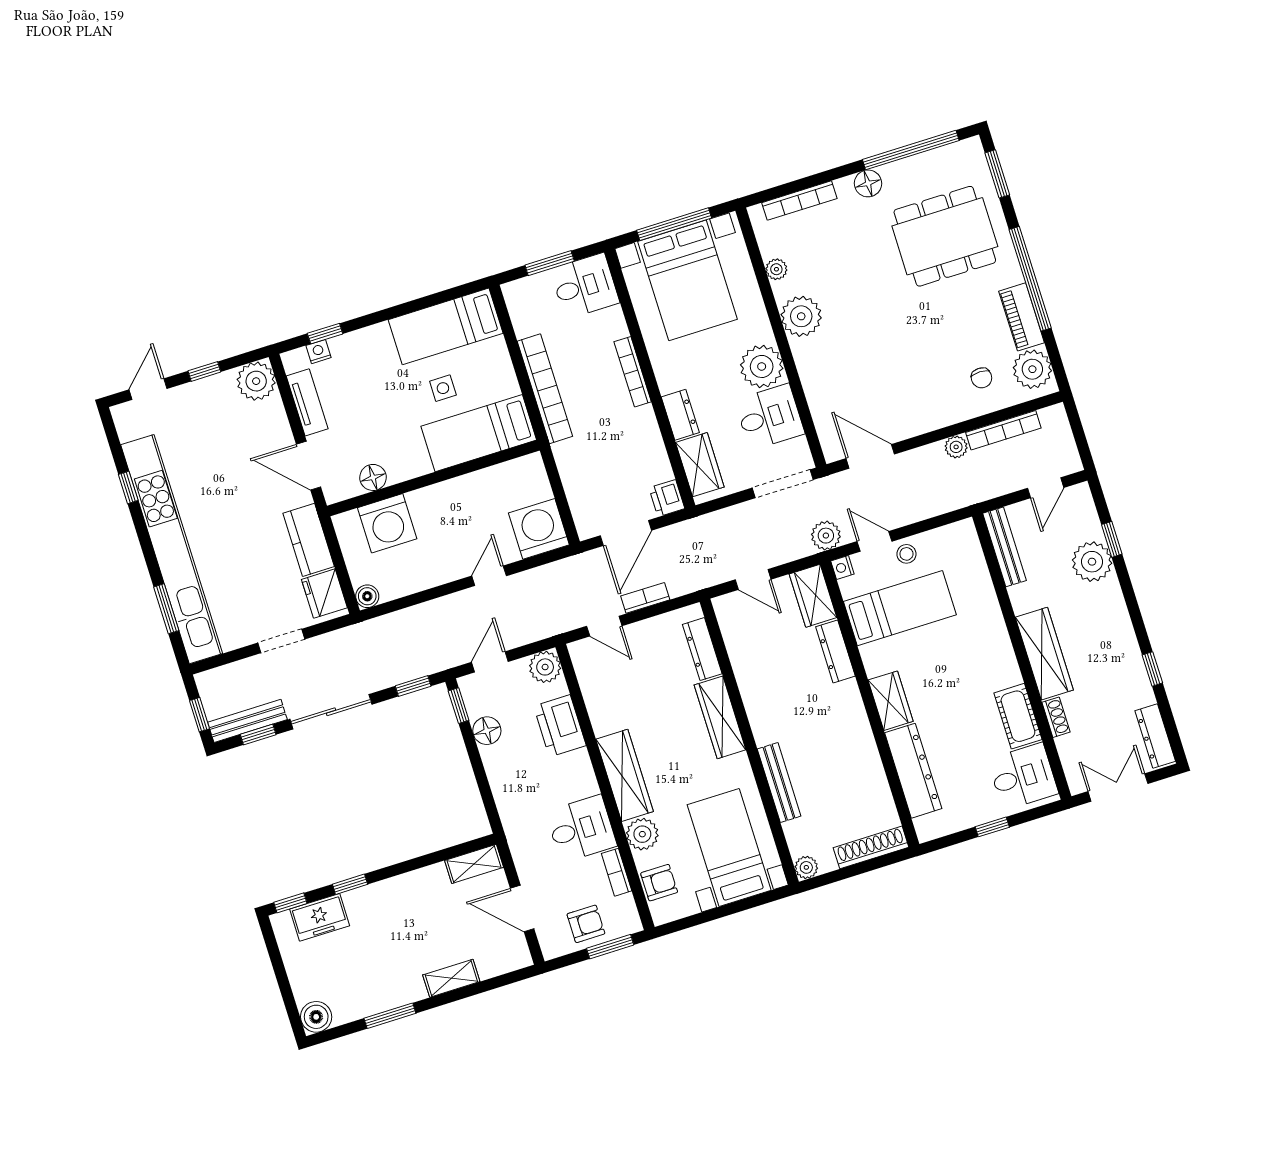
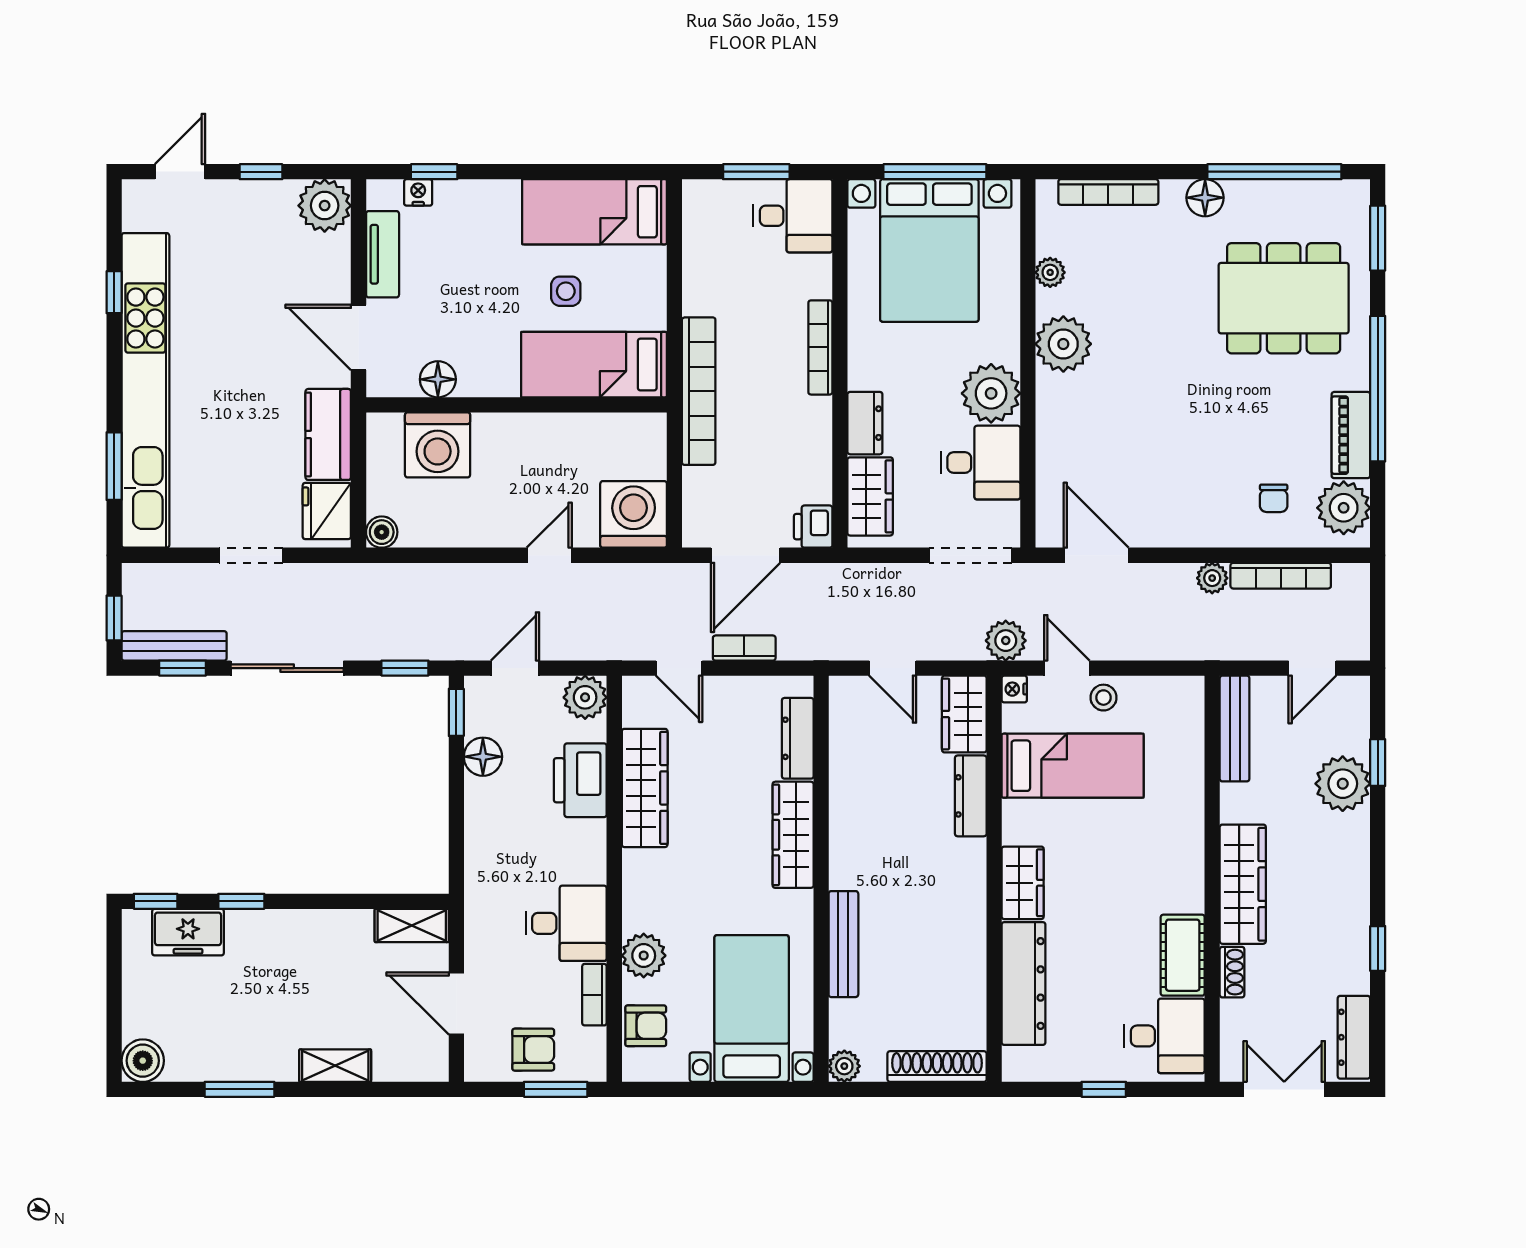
bookcase: (545, 389) -> (699, 391), moved
wardrobe: (625, 775) -> (645, 788), moved

